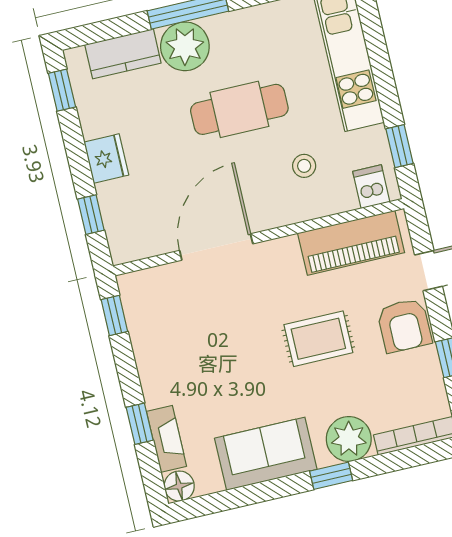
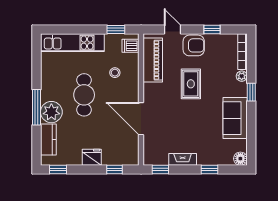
fireplace: (166, 439) -> (183, 159), moved
plant: (349, 439) -> (242, 76), width x0.53, depth x0.53

